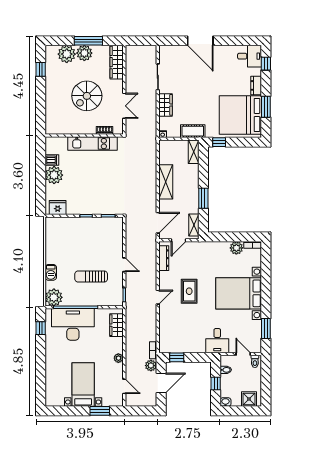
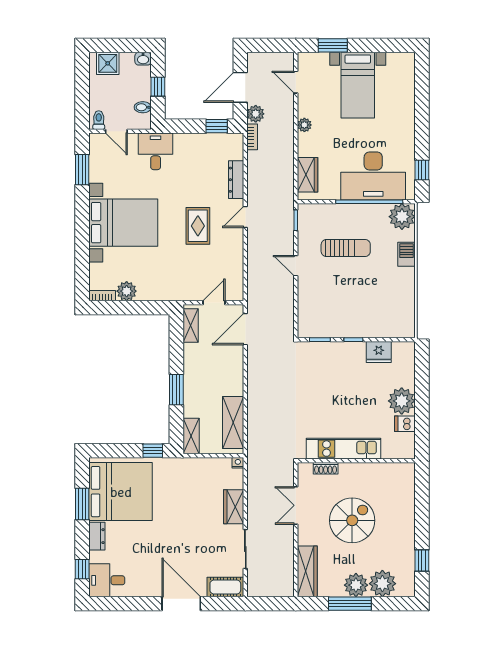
cot: (193, 131) -> (225, 587), moved
shelving: (166, 182) -> (233, 422), moved
window: (203, 198) -> (176, 390), moved
fridge: (58, 208) -> (379, 352), moved
dresser: (164, 258) -> (236, 180), moved

